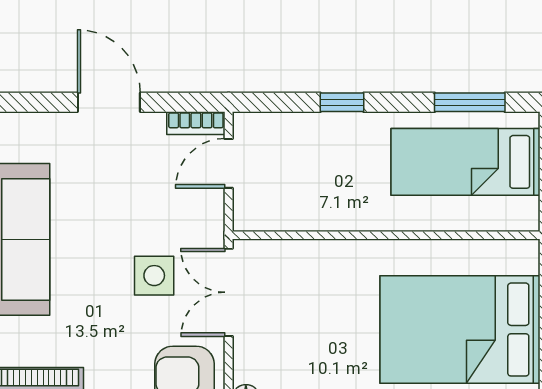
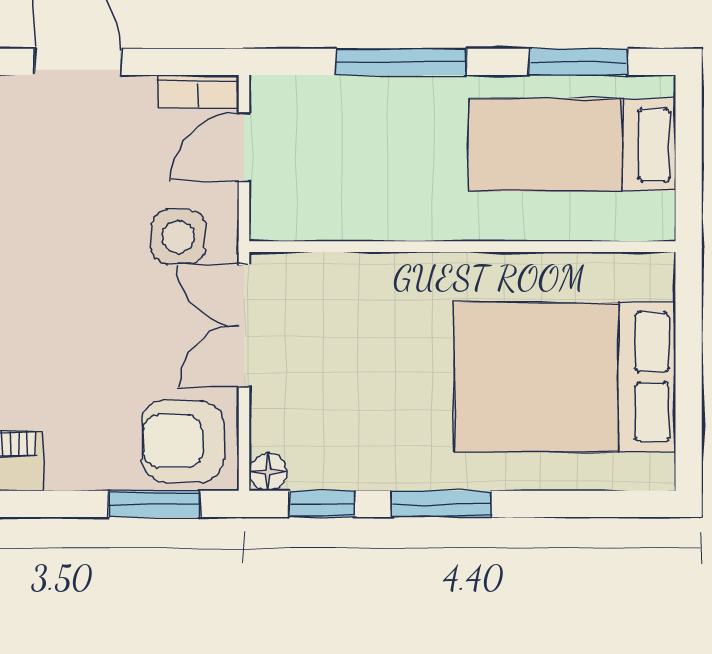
window: (342, 102) -> (401, 62), width x2.17
side table: (154, 276) -> (178, 237), moved

